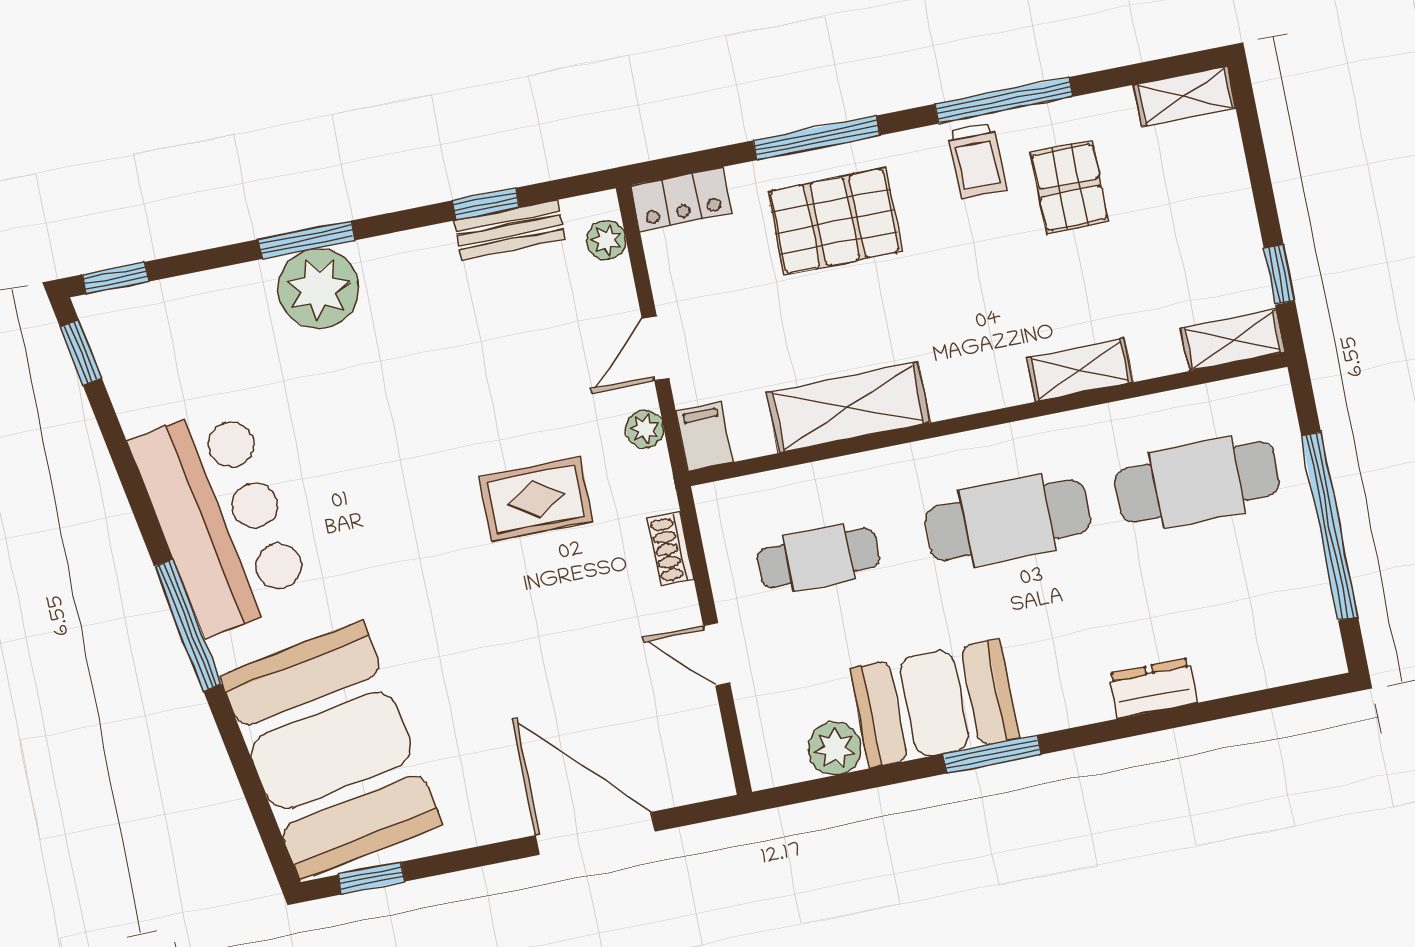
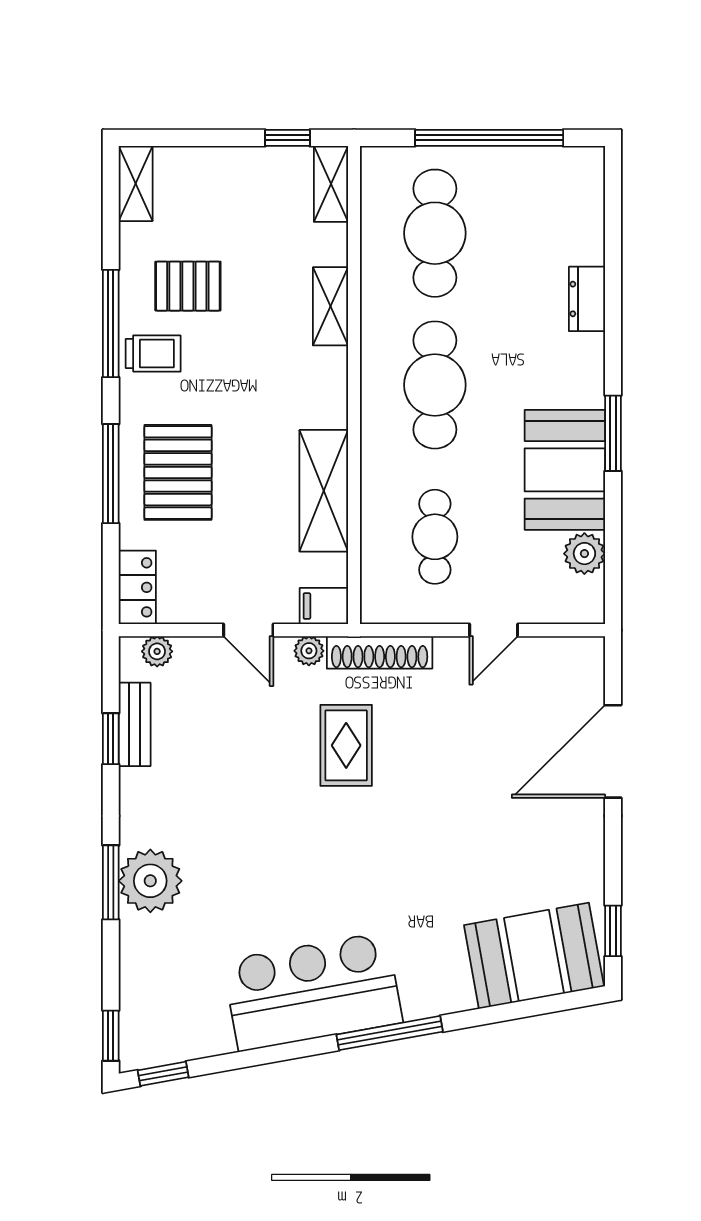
shoe rack: (671, 549) -> (380, 652), width x1.94, depth x1.24
booth: (331, 750) -> (534, 956), width x0.73, depth x0.70

